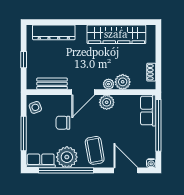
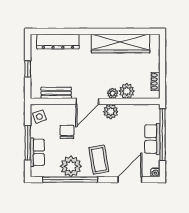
row of seats: (148, 111) -> (152, 139), moved
chair: (63, 123) -> (67, 132), turned 90
row of seats: (41, 161) -> (37, 152), moved, turned 90
door: (126, 170) -> (130, 180), hinge flipped

